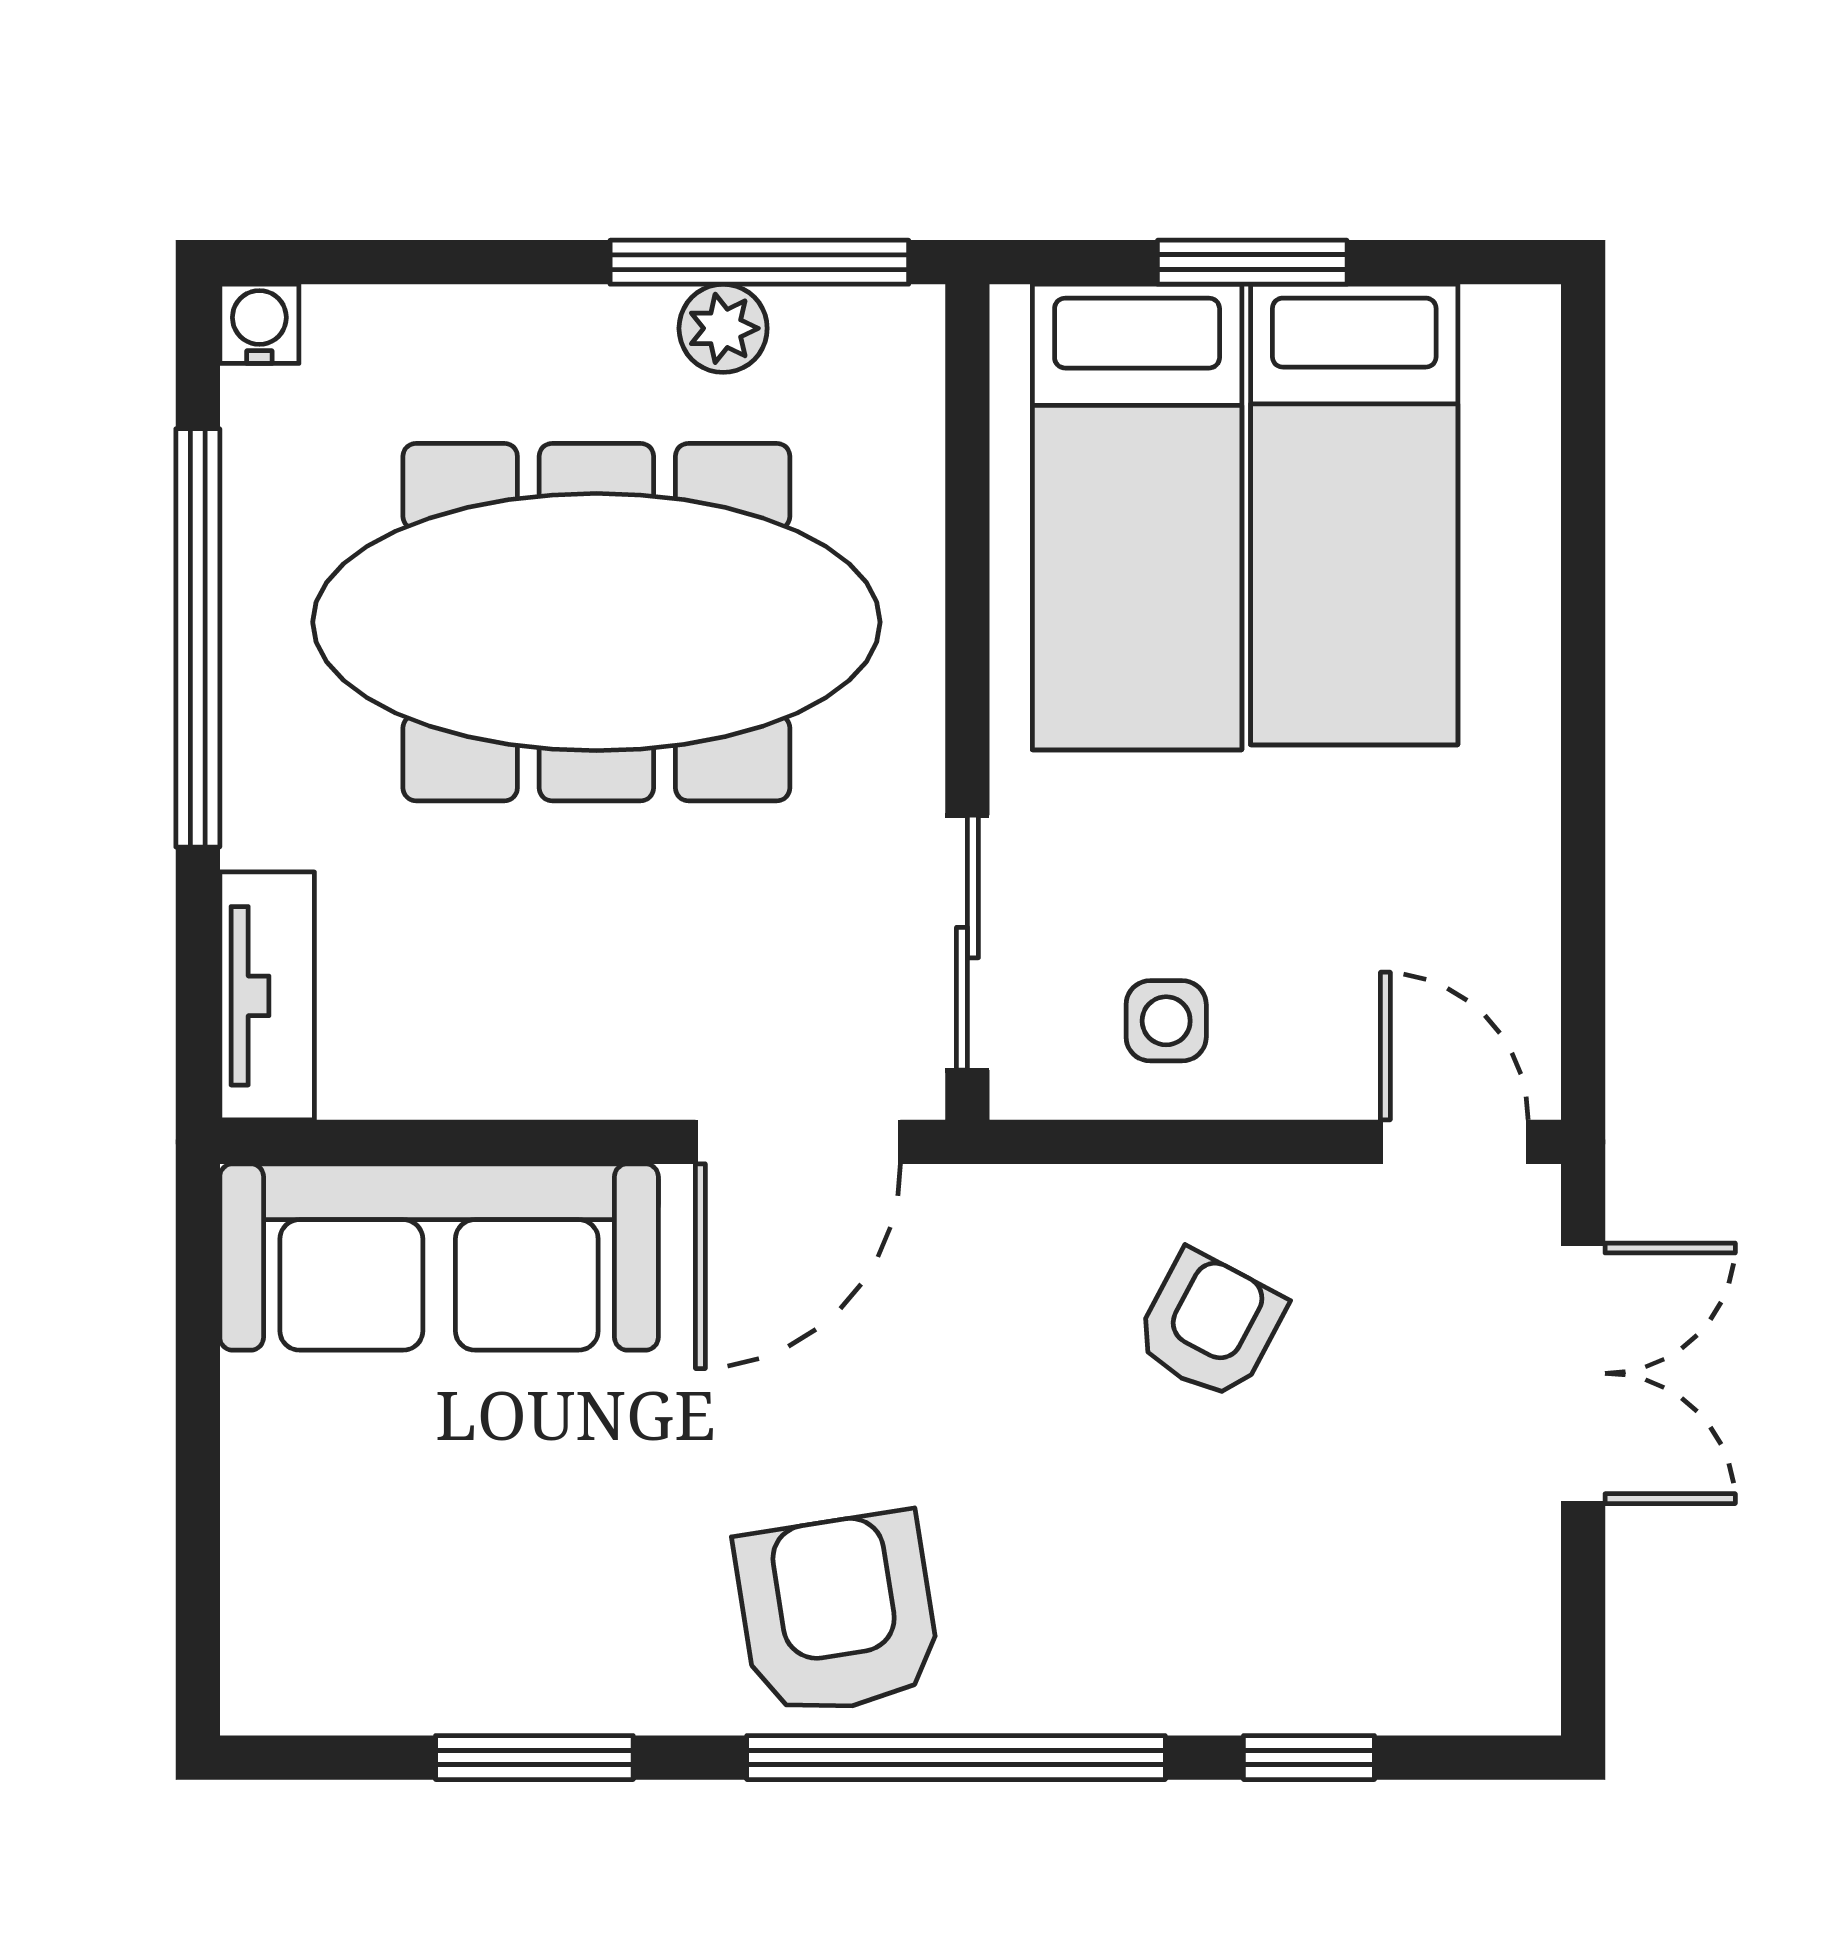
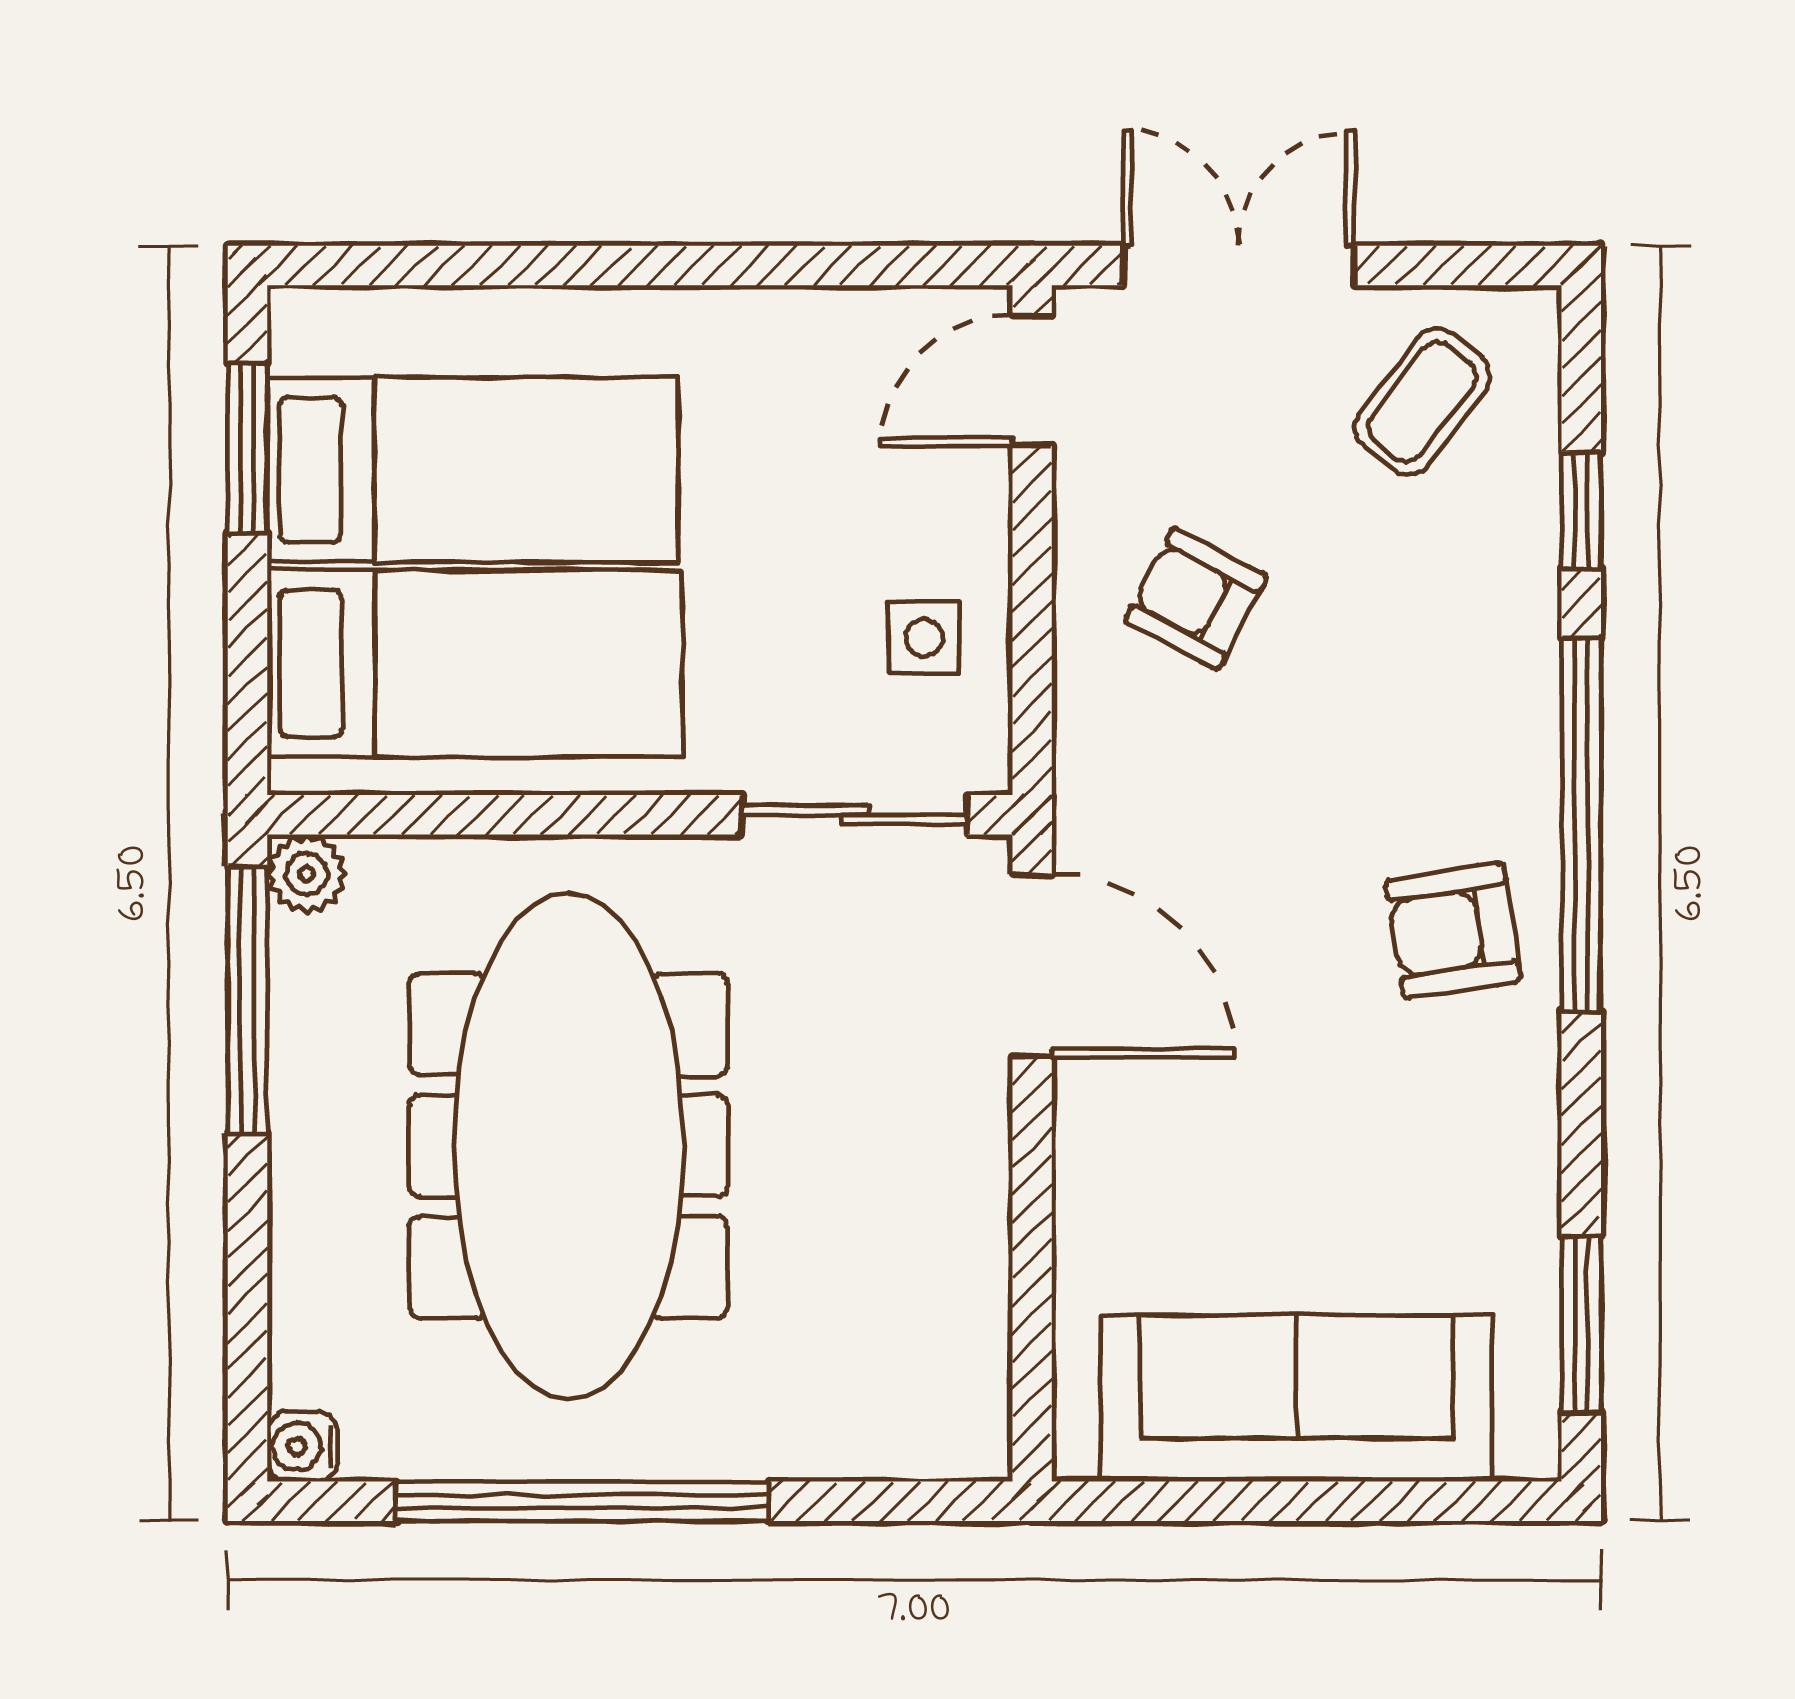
window: (1252, 262) -> (248, 448), moved
plant: (723, 328) -> (306, 874), moved
tv unit: (267, 996) -> (902, 1440), removed
sofa: (439, 1257) -> (1296, 1399), moved, turned -90
coffee table: (1430, 1579) -> (1422, 402), added
armchair: (838, 1614) -> (1453, 931), width x0.72, depth x0.72
window: (534, 1758) -> (1581, 1324), moved

